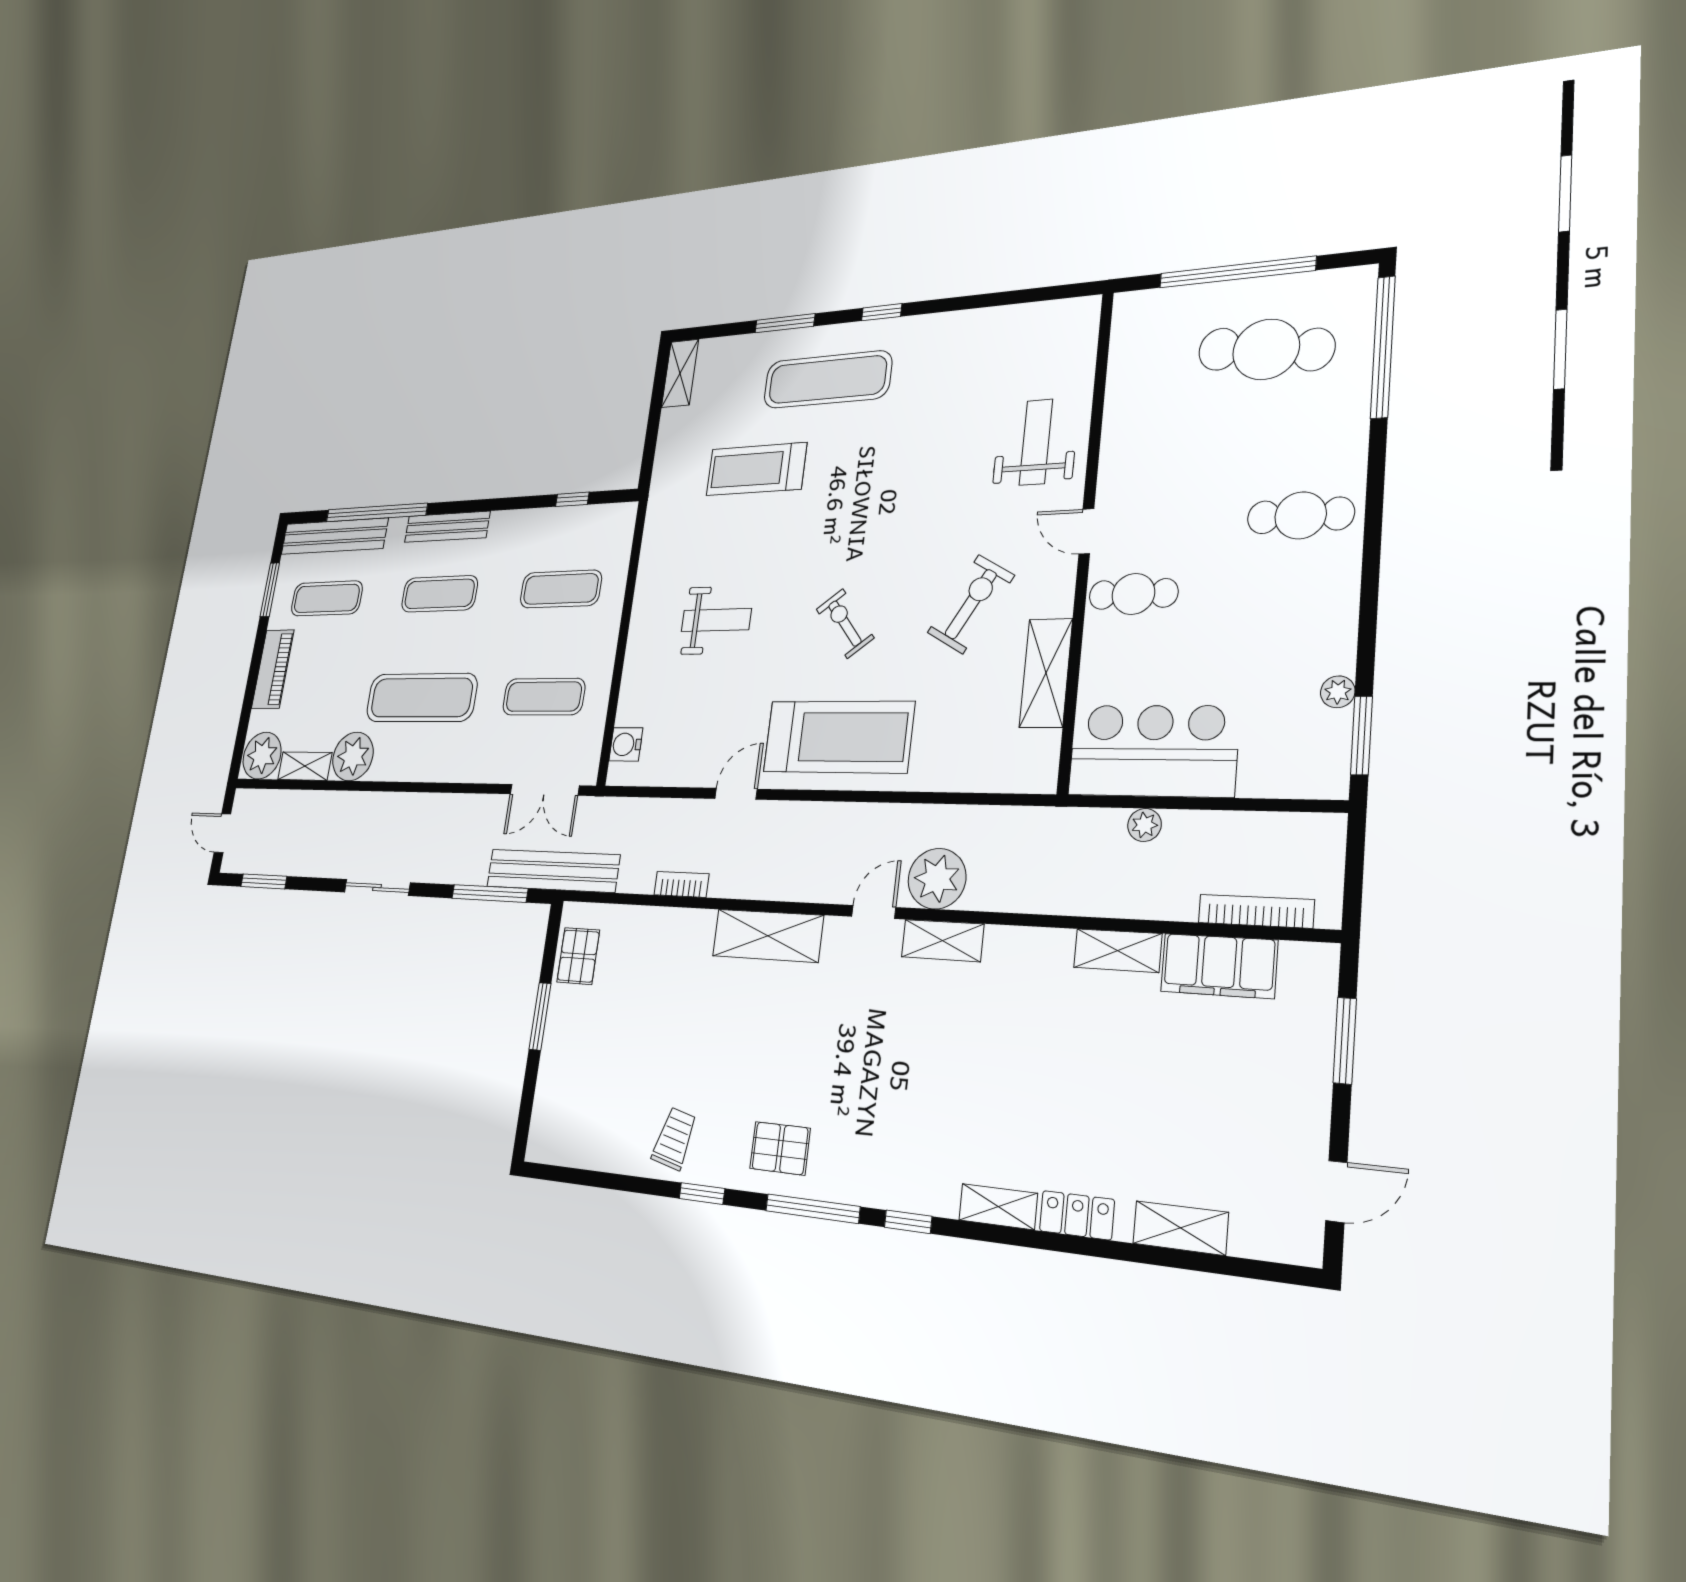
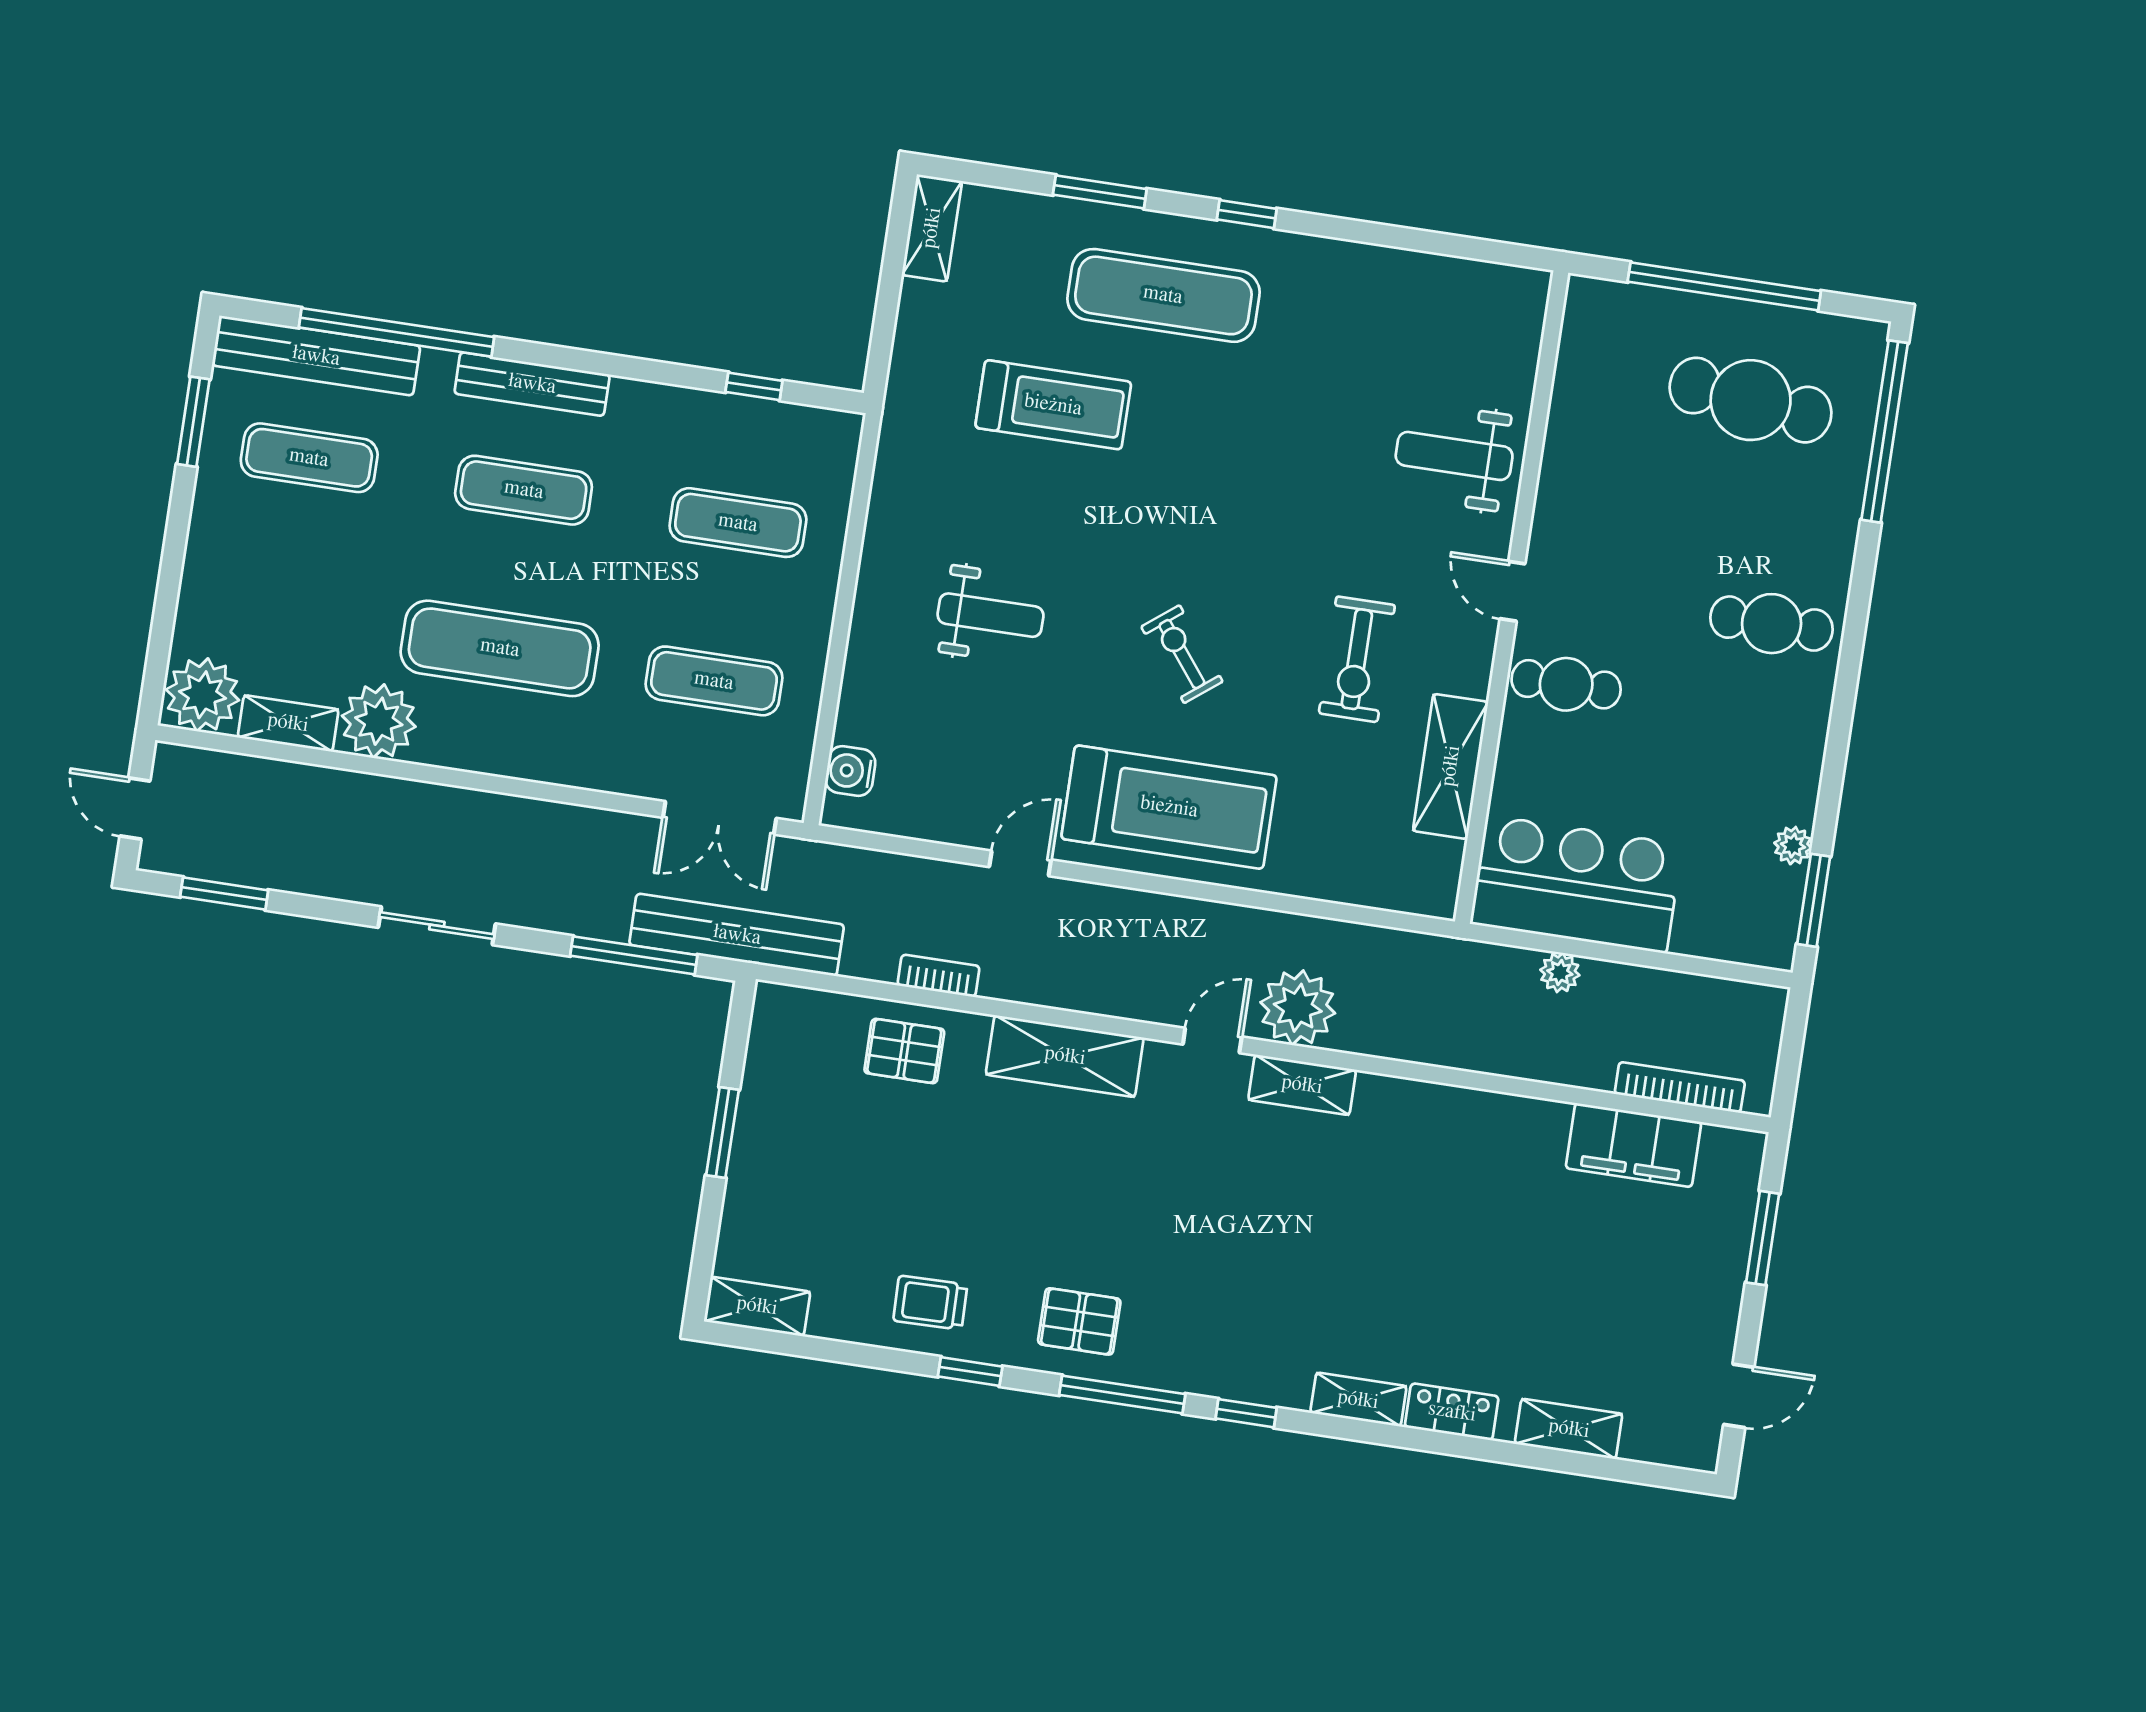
weight bench: (1036, 442) -> (1454, 456), turned -90
treadmill: (756, 469) -> (1053, 405), turned 180
exercise bike: (971, 604) -> (1357, 659), turned 150
piano: (273, 669) -> (211, 557), removed
shelving: (1118, 951) -> (757, 1306), moved
pallet: (578, 956) -> (904, 1051), moved, turned 90
trolley: (674, 1139) -> (930, 1303), turned -105

